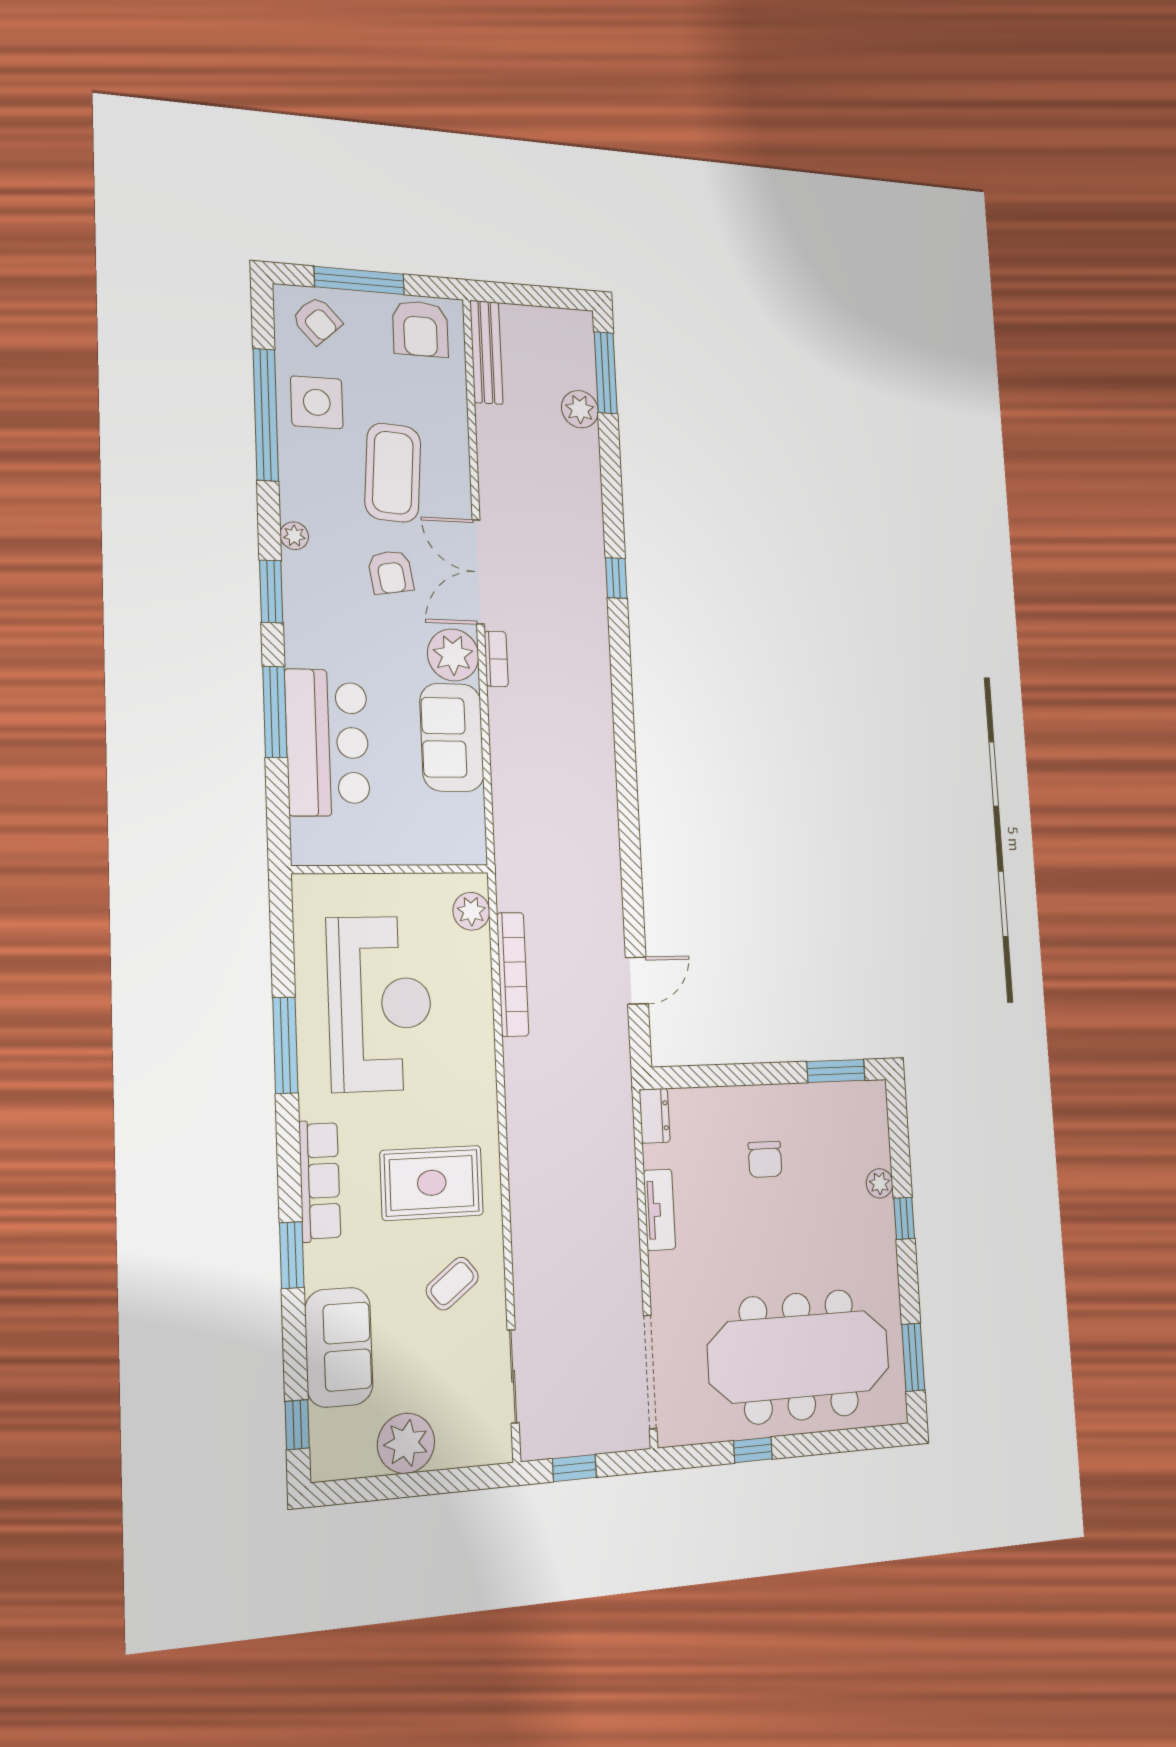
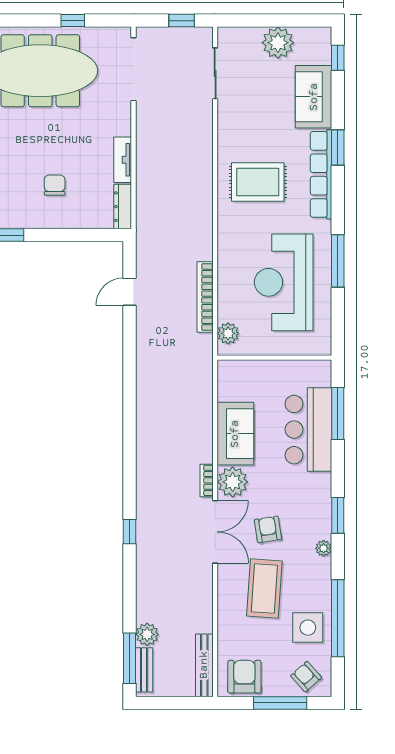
bench: (582, 352) -> (144, 670), added
window: (275, 712) -> (338, 413), moved
dresser: (655, 1116) -> (123, 207), width x1.44
row of seats: (320, 1181) -> (321, 174), width x1.36
coffee table: (452, 1284) -> (248, 126), removed

